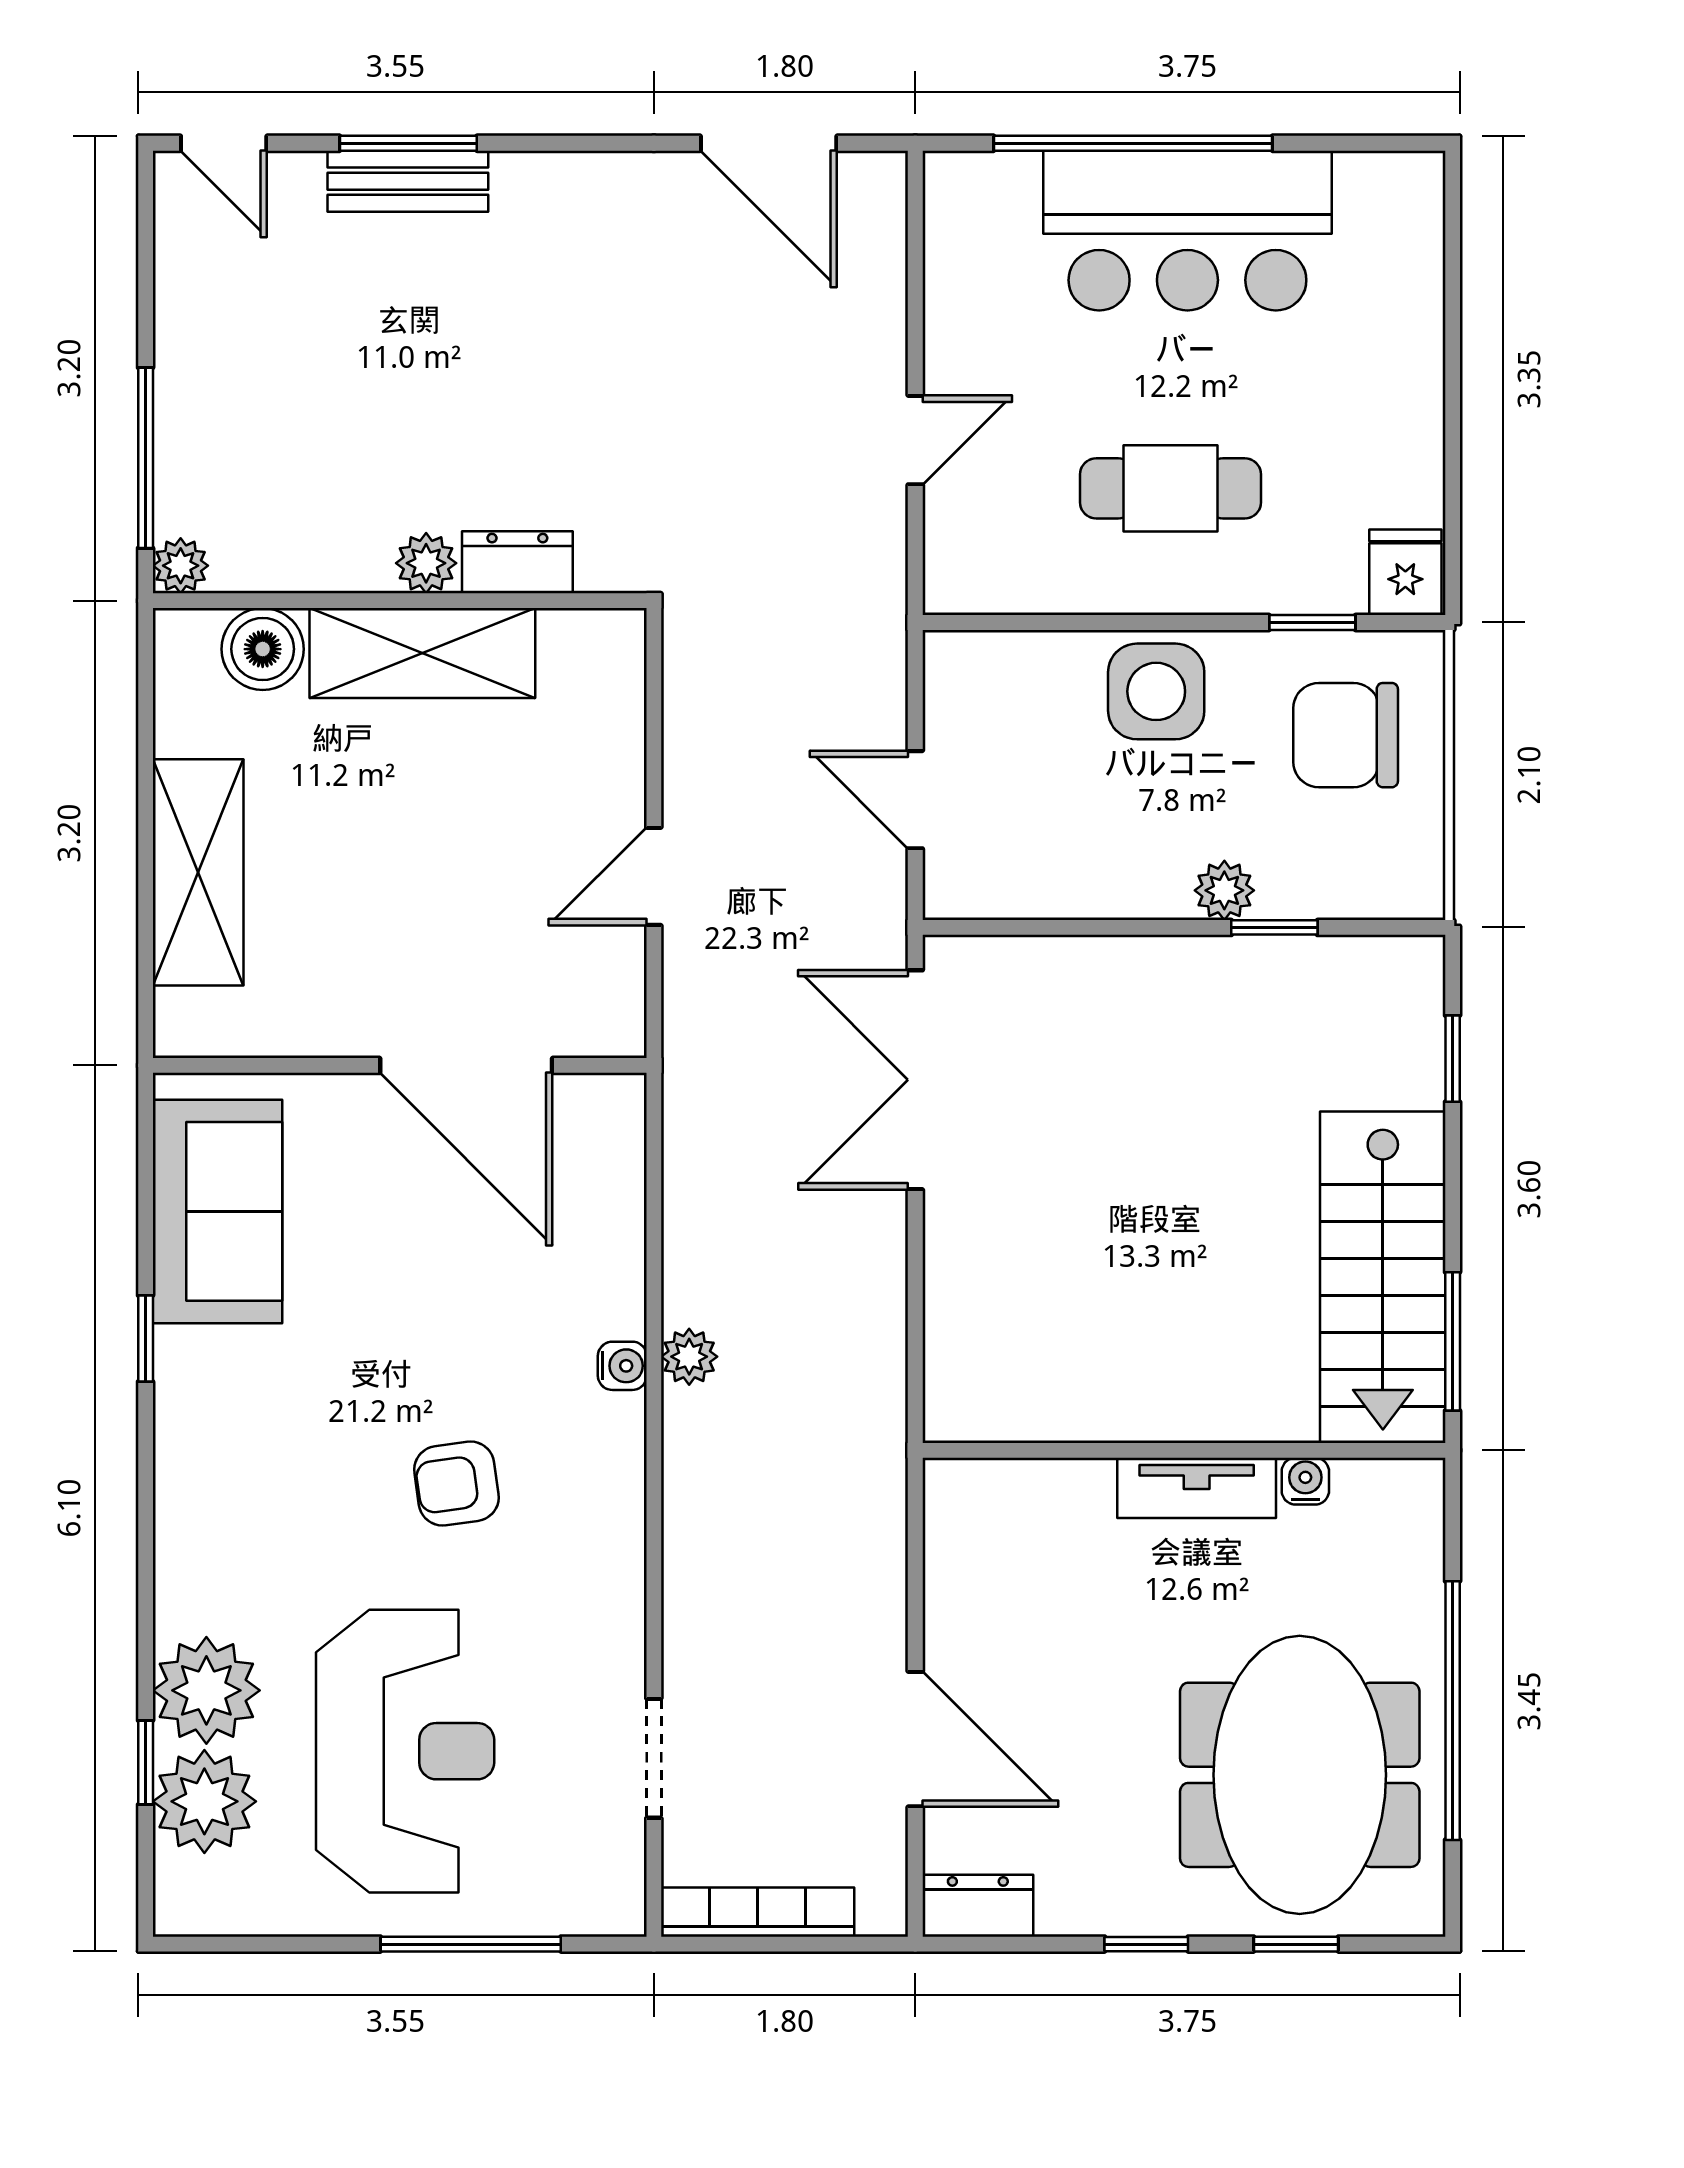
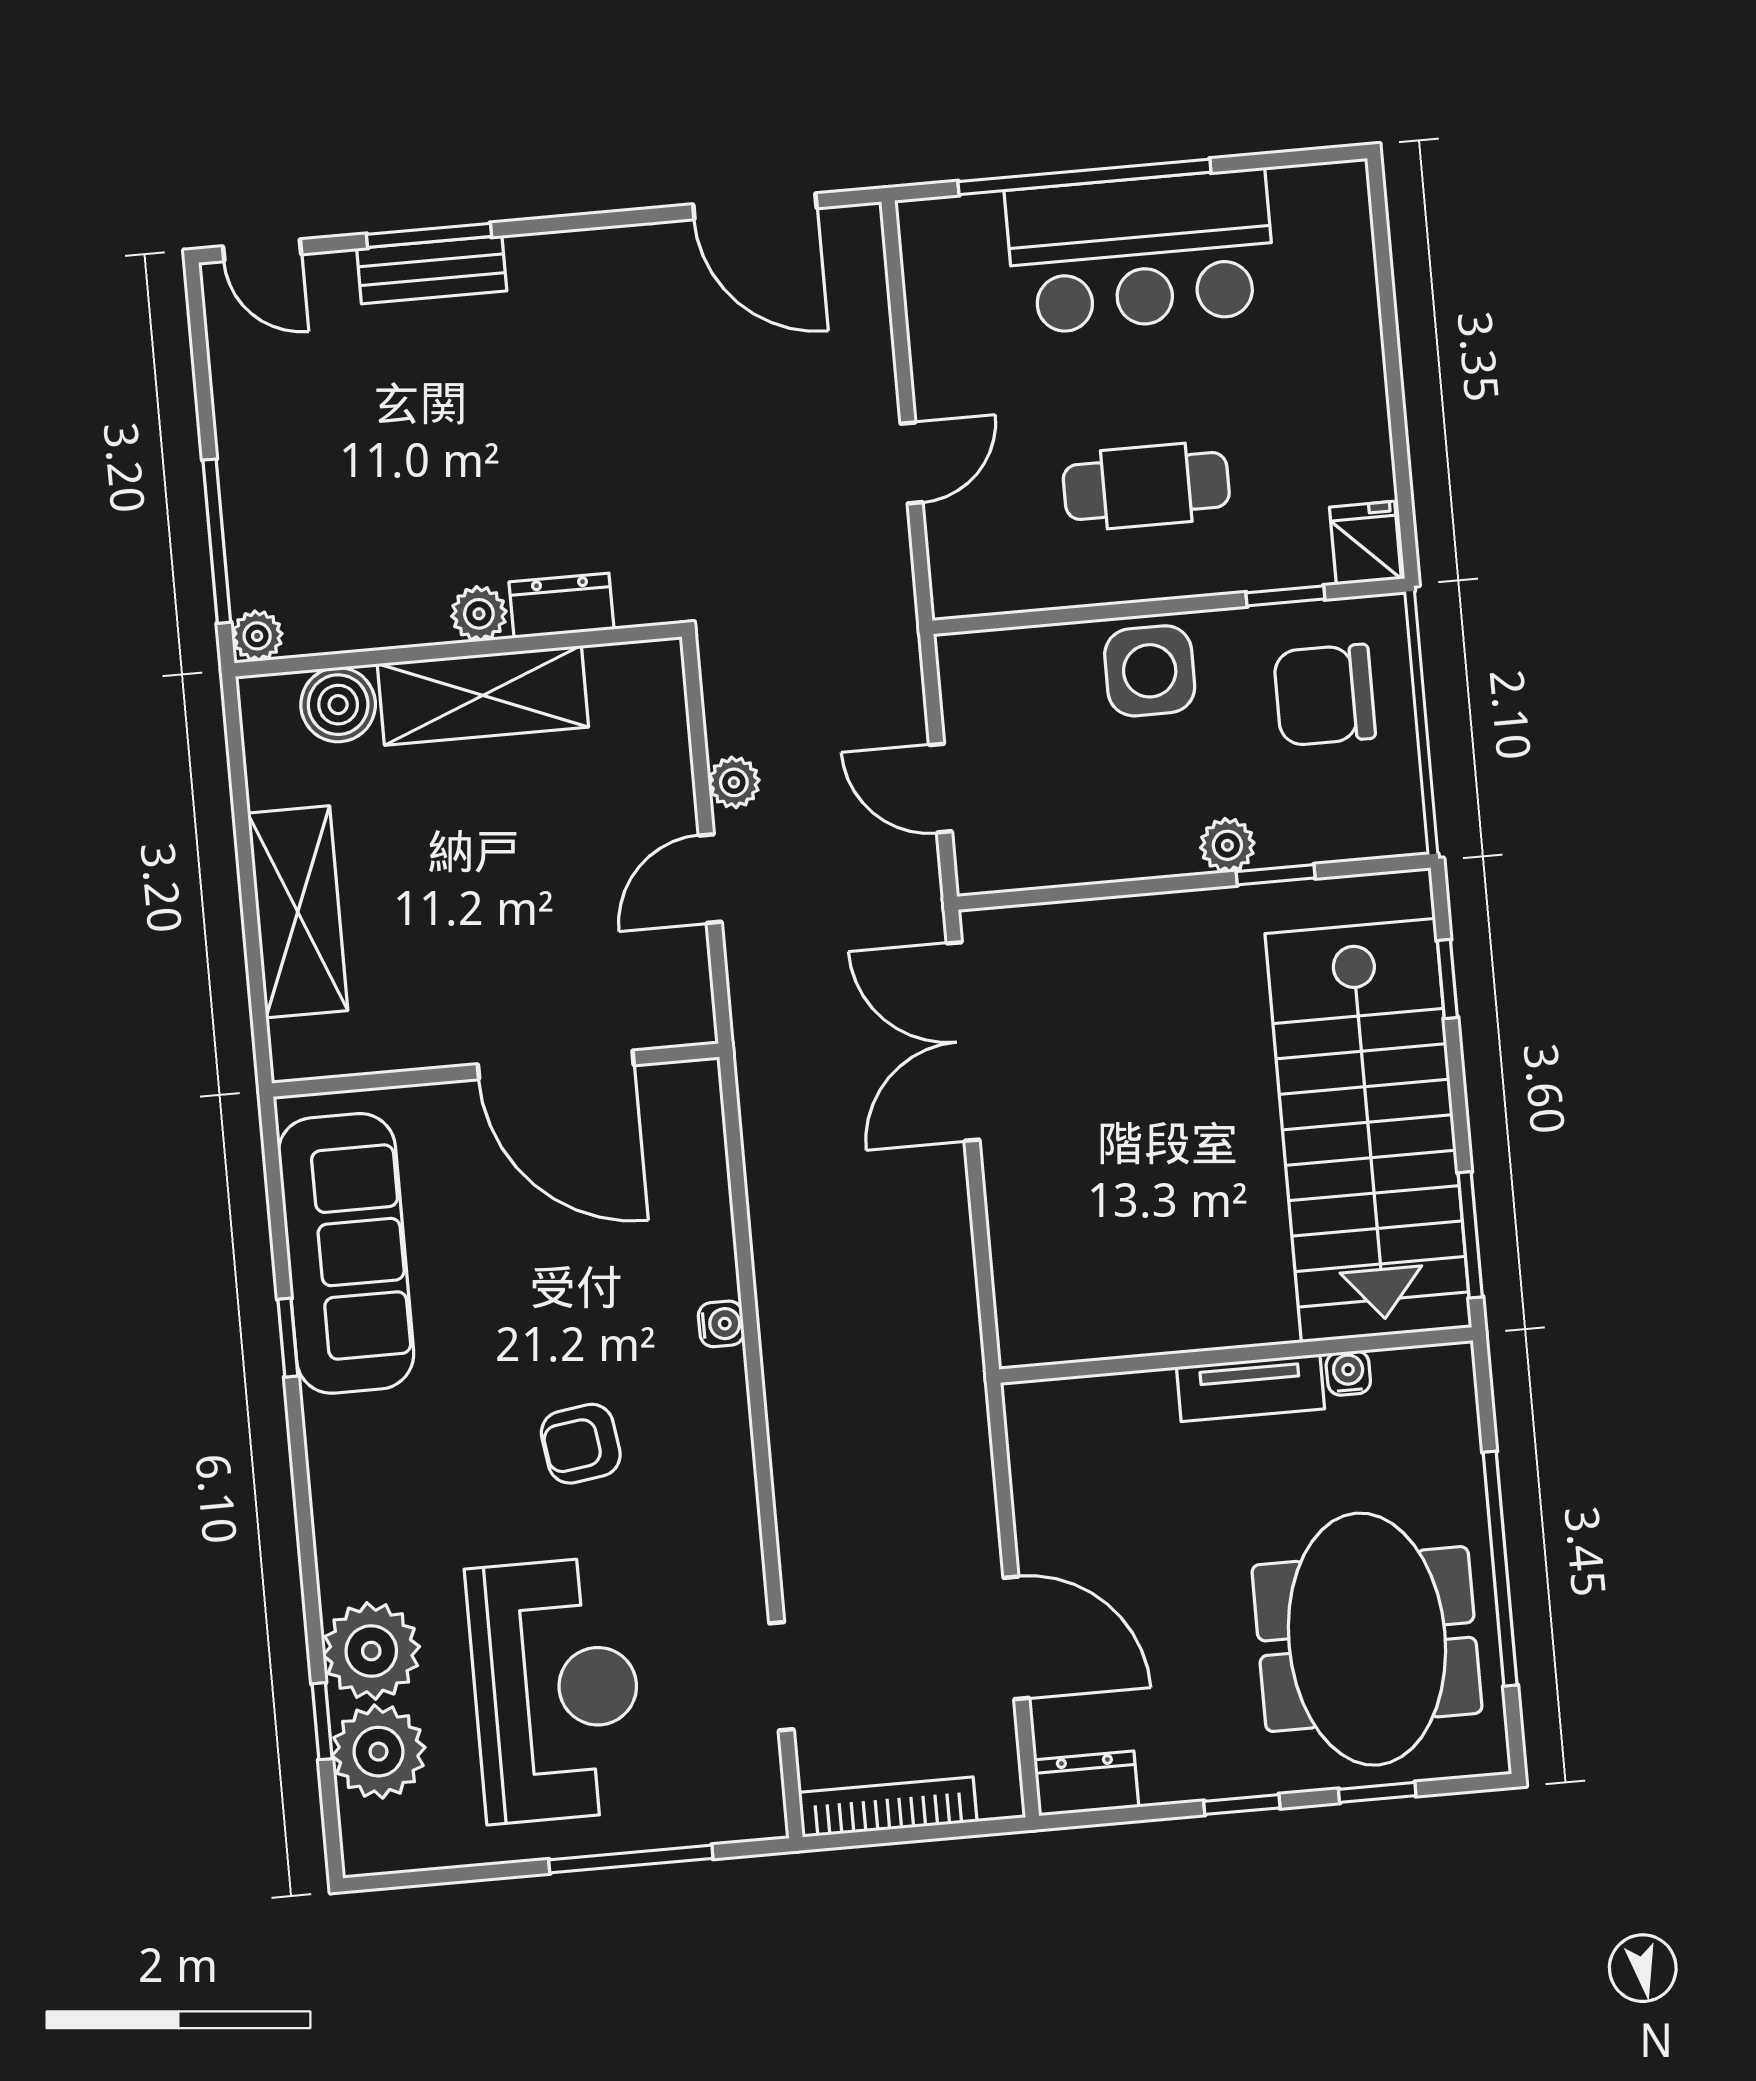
sofa: (217, 1211) -> (346, 1253), width x1.36
stairs: (1383, 1277) -> (1368, 1130), width x1.36, depth x1.51
plant: (689, 1357) -> (734, 782), moved

